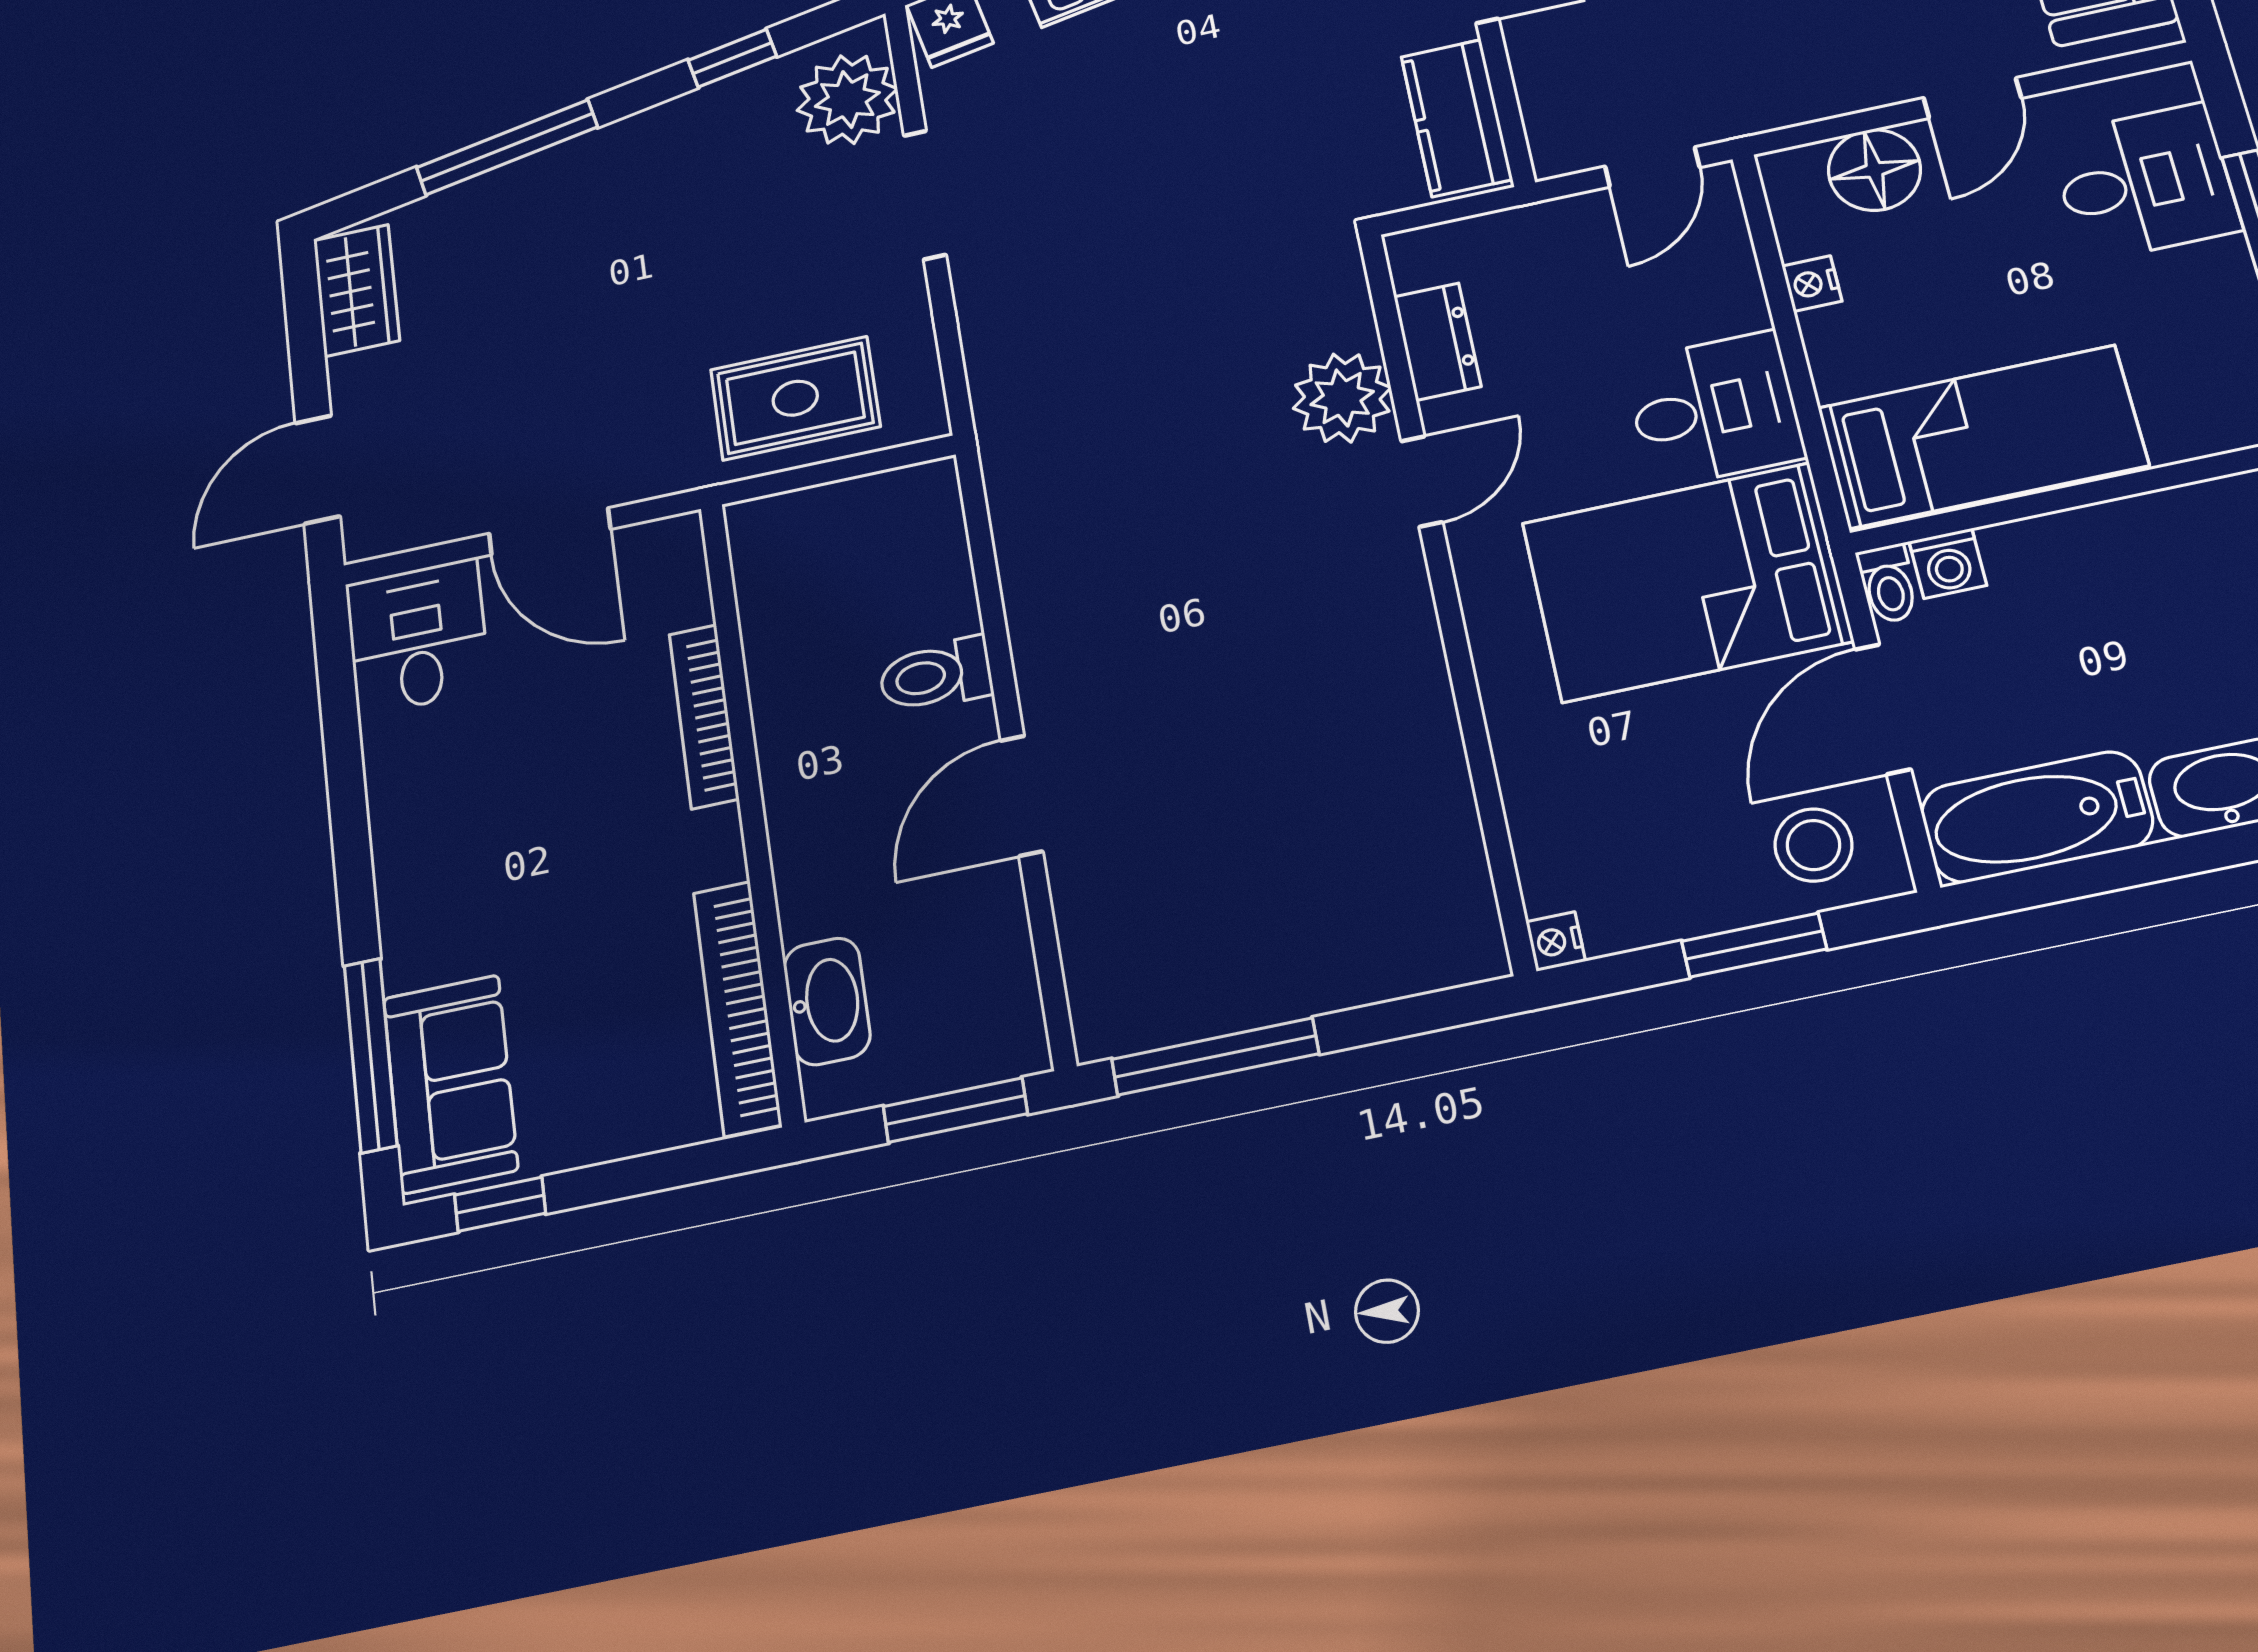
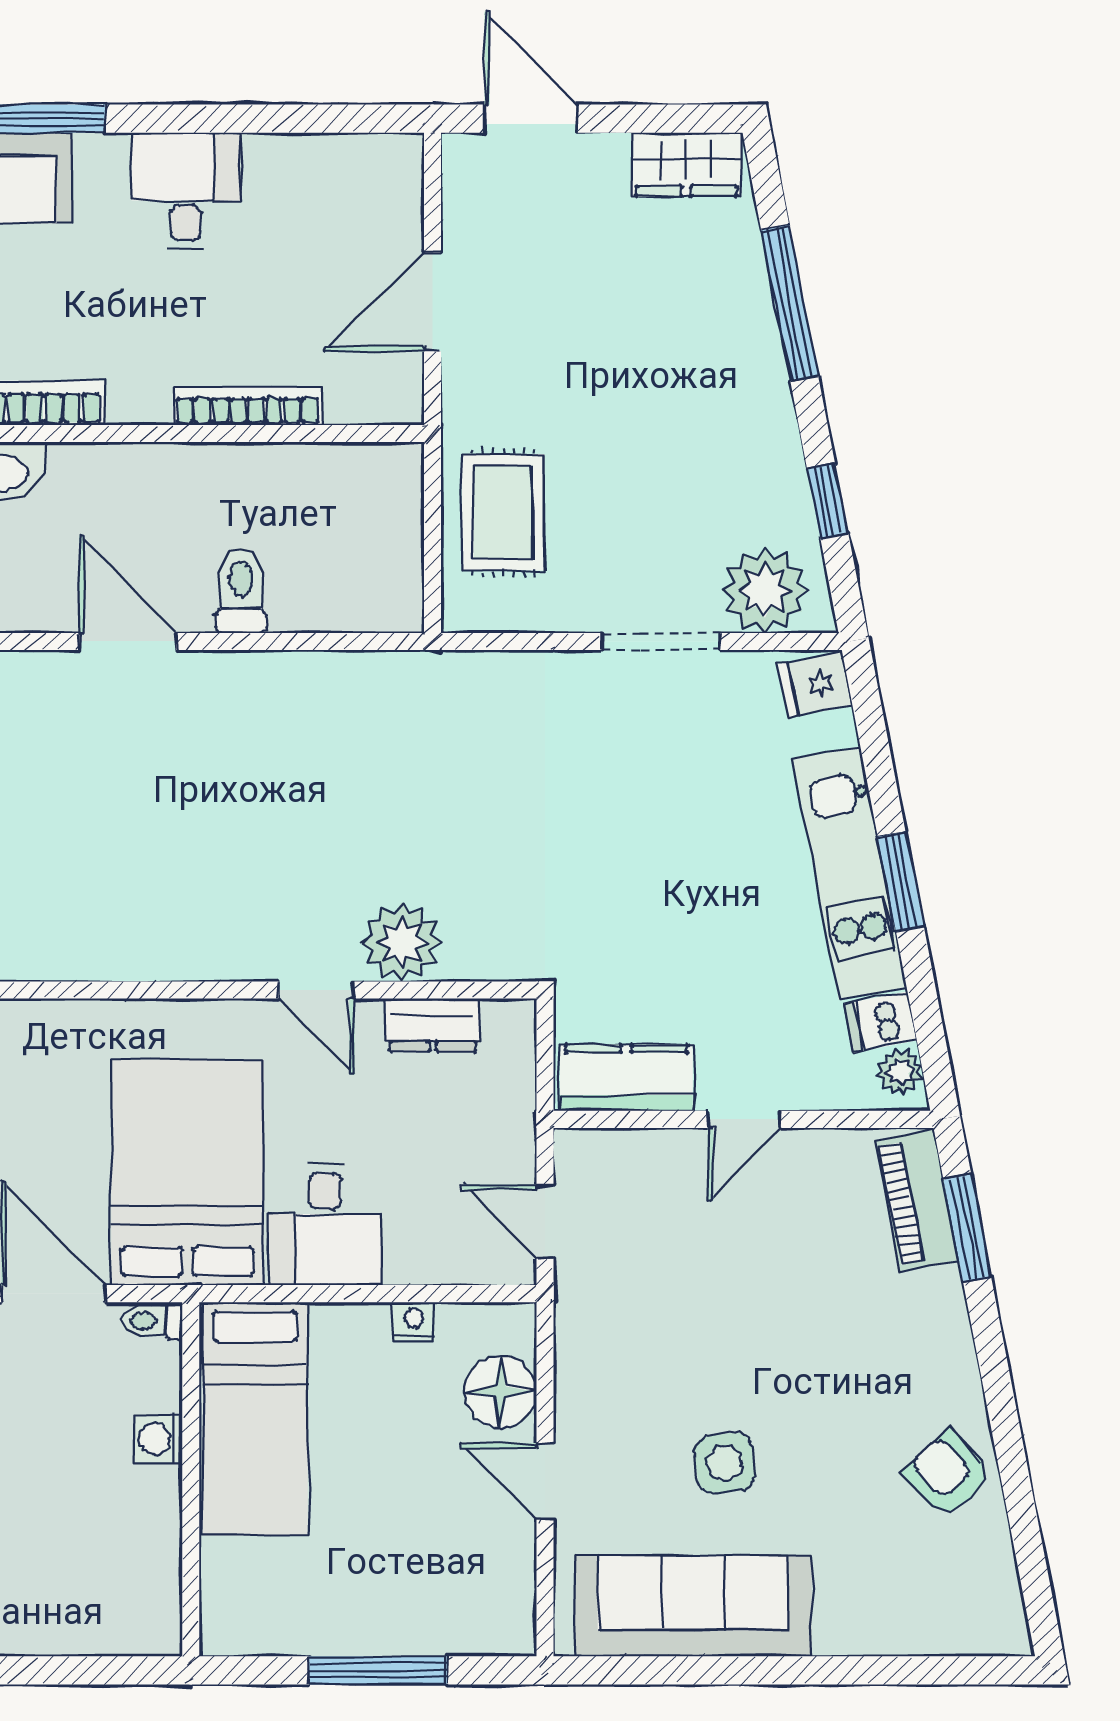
desk: (2144, 183) -> (439, 1593), removed
washing machine: (1948, 563) -> (158, 1439), moved
desk: (418, 637) -> (186, 191), moved, turned -90

